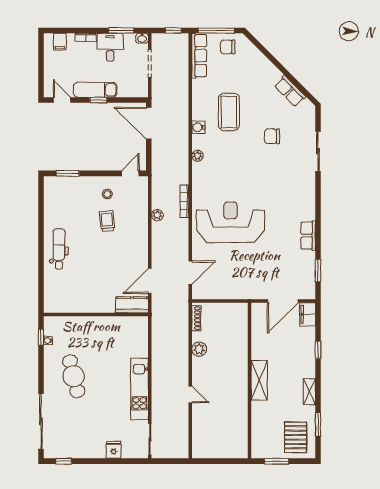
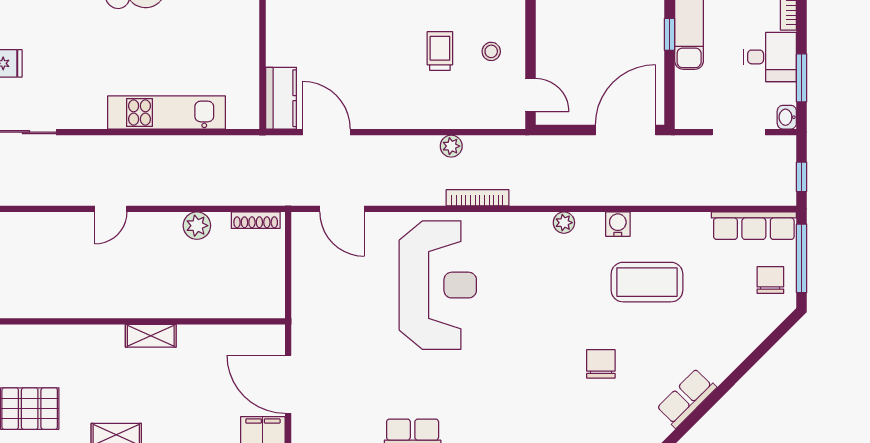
trolley: (107, 221) -> (440, 51), turned -84
shelving: (259, 380) -> (151, 336), width x0.67, depth x0.75
kitchen unit: (139, 389) -> (167, 112), moved

